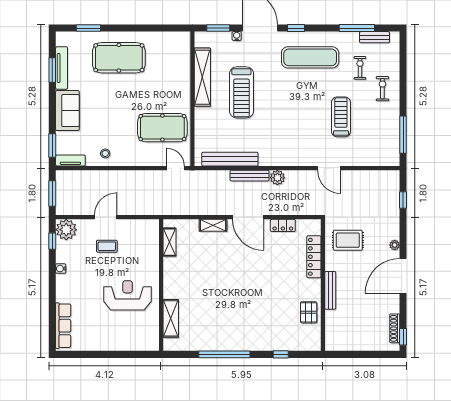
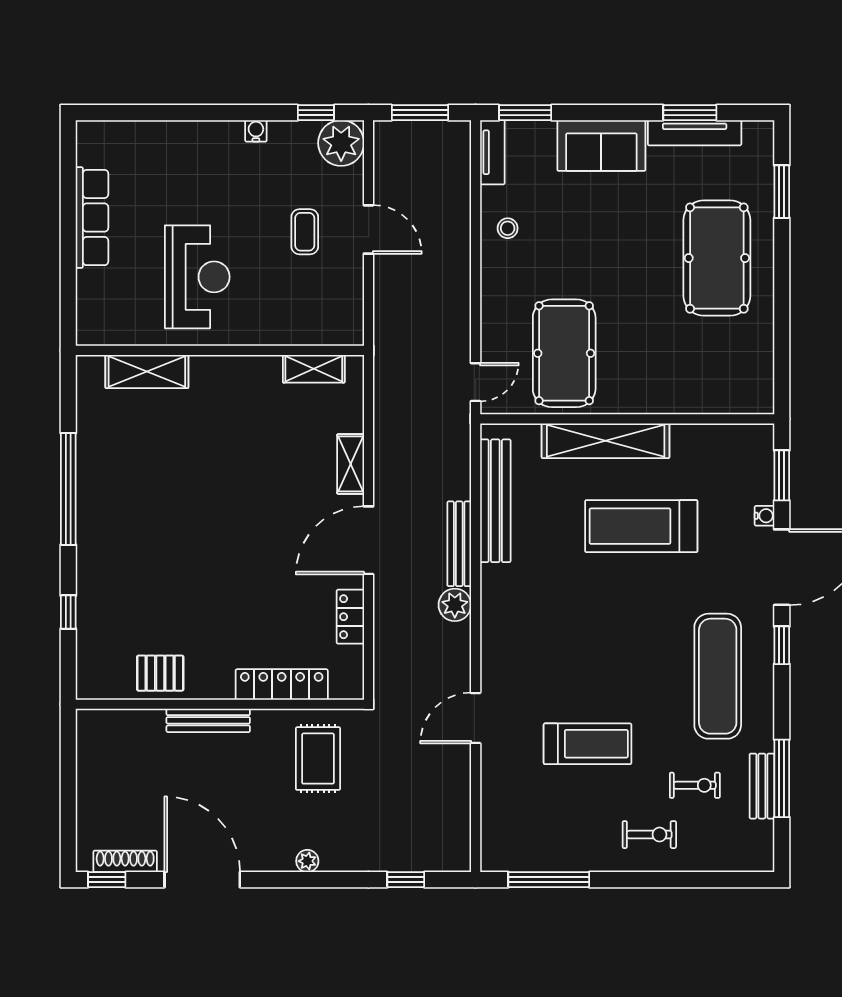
bench: (374, 37) -> (762, 786), moved
shelving: (202, 77) -> (606, 441), moved
door: (403, 276) -> (202, 880), moved
row of seats: (63, 326) -> (92, 218), moved, turned -90

